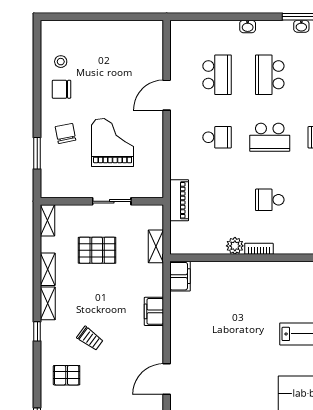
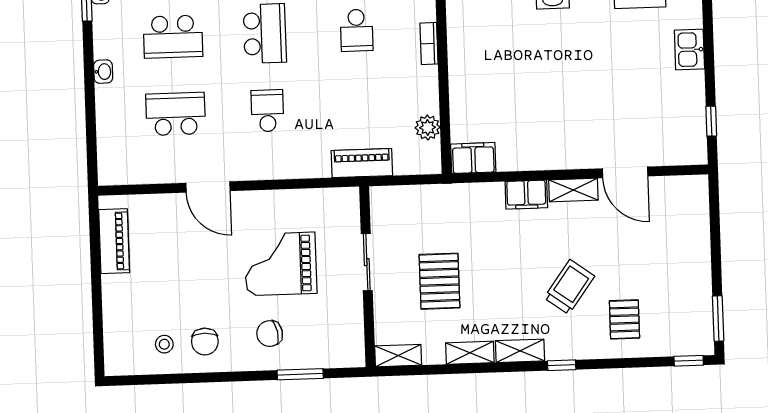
piano: (132, 30) -> (114, 241), added
shelving: (156, 246) -> (573, 190), moved
plant: (235, 246) -> (428, 128), moved
trolley: (90, 338) -> (569, 287), width x1.36, depth x1.39

